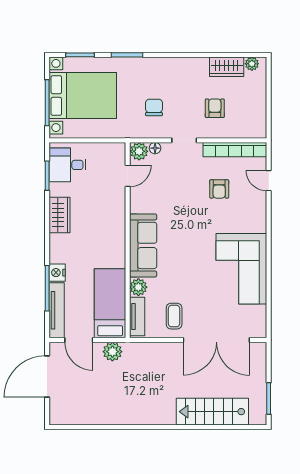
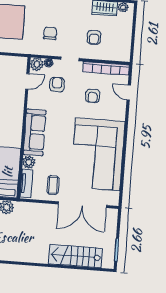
armchair: (215, 108) -> (94, 37), turned 180
armchair: (169, 177) -> (57, 84), added
corner sofa: (241, 269) -> (98, 154), width x1.36, depth x1.36

